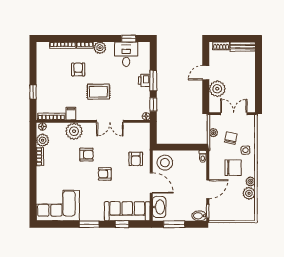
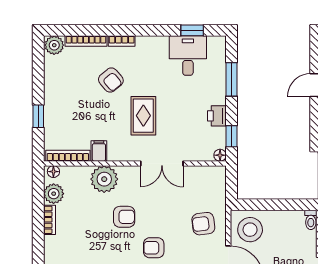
plant: (100, 48) -> (54, 45), moved
armchair: (78, 69) -> (111, 80), turned 140
printer: (144, 80) -> (217, 116), moved
window: (153, 81) -> (231, 79), moved
rug: (98, 92) -> (143, 116), turned 90
armchair: (136, 159) -> (203, 224), turned 83

